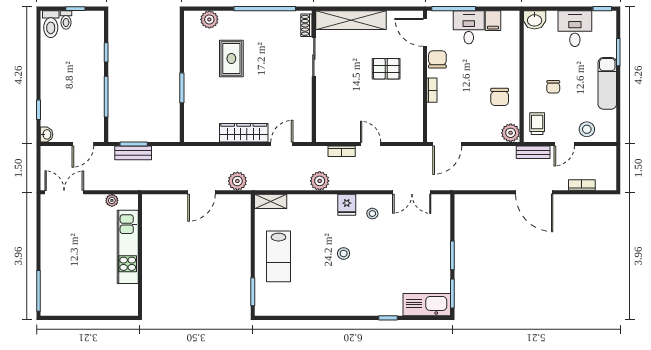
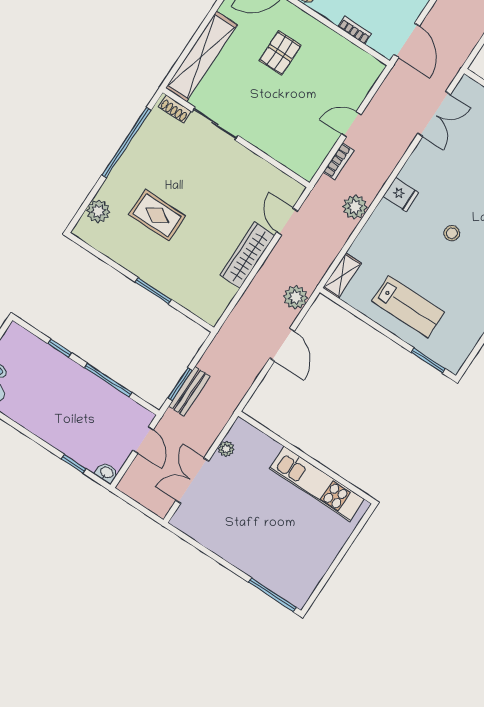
bookcase: (432, 90) -> (355, 30), moved
double door: (64, 192) -> (192, 481), moved
stool: (372, 214) -> (429, 173), removed
kitchen unit: (128, 247) -> (317, 484), moved

